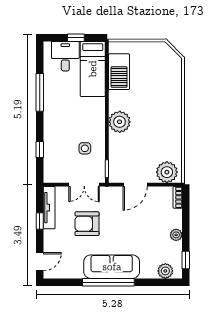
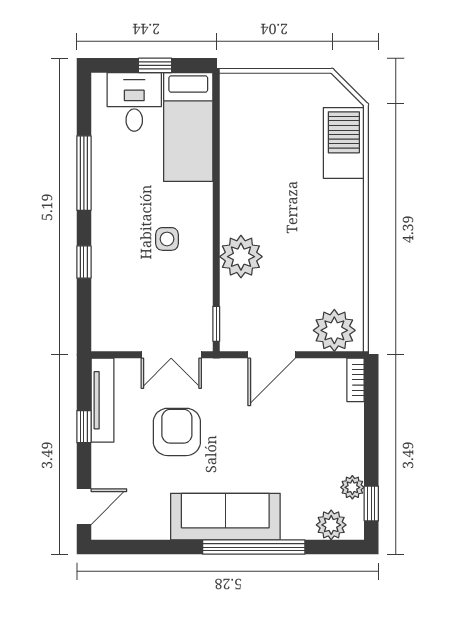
barbecue: (119, 72) -> (344, 143), moved, turned 180
plant: (120, 122) -> (241, 257), moved
side table: (85, 148) -> (167, 239), moved
window: (40, 149) -> (84, 262), moved
armchair: (87, 224) -> (177, 432), turned 90
plant: (176, 235) -> (352, 487), moved
window: (108, 282) -> (254, 547), moved

